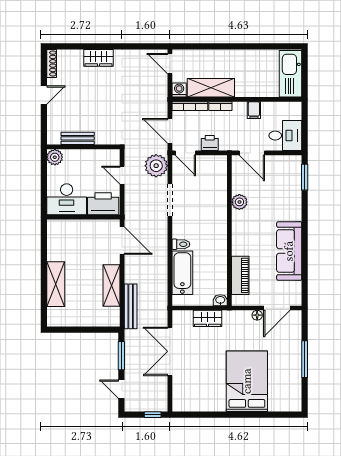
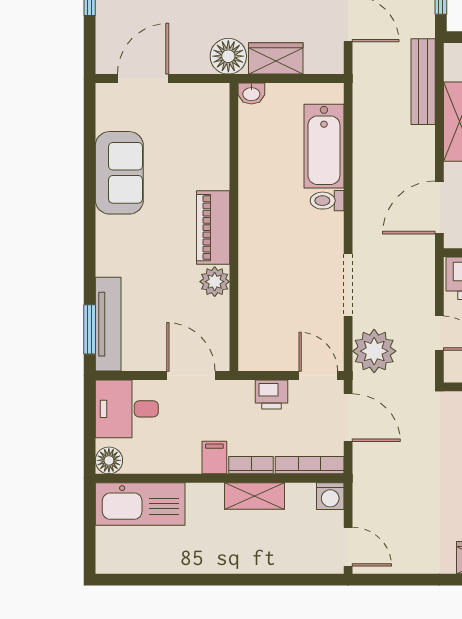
kitchen sink: (291, 74) -> (140, 504), moved, turned 90
shelving: (211, 88) -> (254, 496), width x0.67, depth x0.75
floor lamp: (295, 109) -> (109, 460), added
filing cabinet: (254, 110) -> (214, 458), moved
tv unit: (295, 180) -> (108, 324), added
door: (122, 241) -> (439, 207), hinge flipped
sofa: (289, 251) -> (119, 173), width x0.73
piano: (240, 275) -> (213, 228), moved
floor lamp: (257, 315) -> (228, 56), moved, width x1.89, depth x1.89

